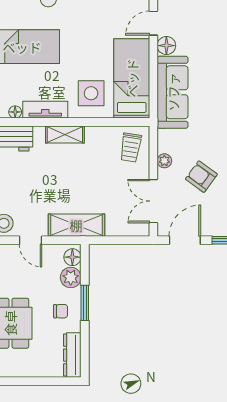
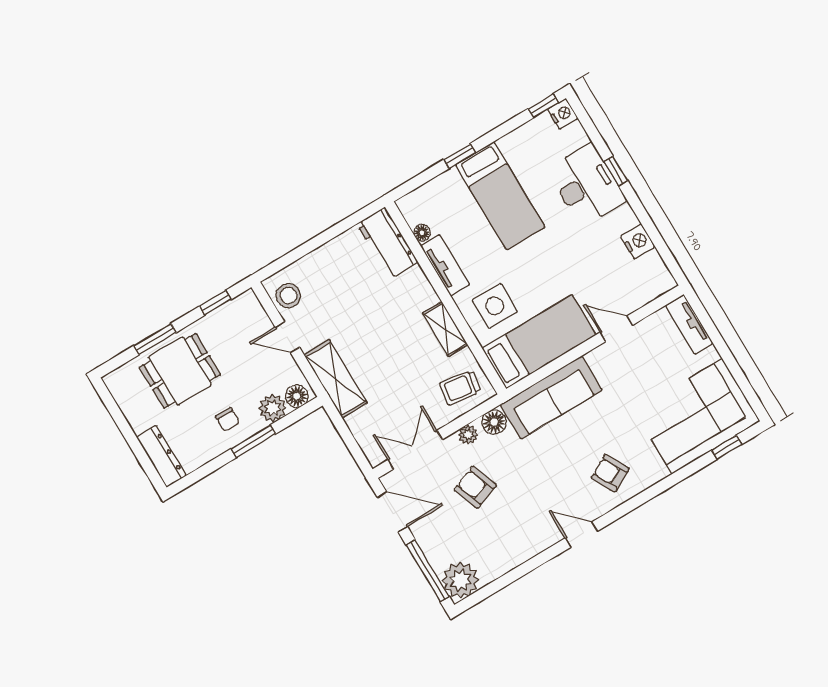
floor lamp: (166, 46) -> (494, 422), moved
shelving: (65, 134) -> (445, 329), moved
armchair: (201, 177) -> (475, 487), turned -56
door: (31, 240) -> (287, 337), hinge flipped
dresser: (72, 355) -> (161, 456), moved, turned 90

